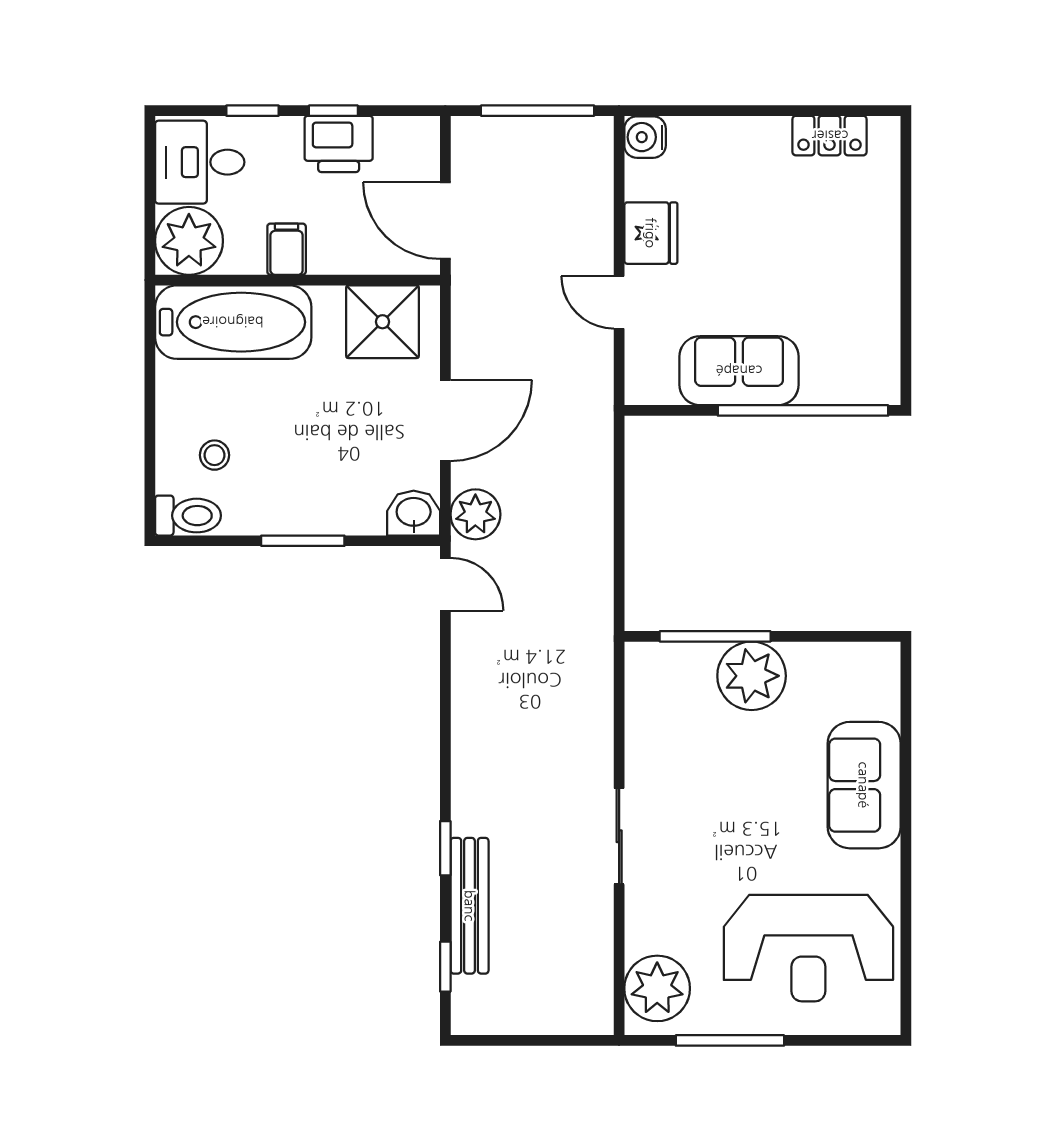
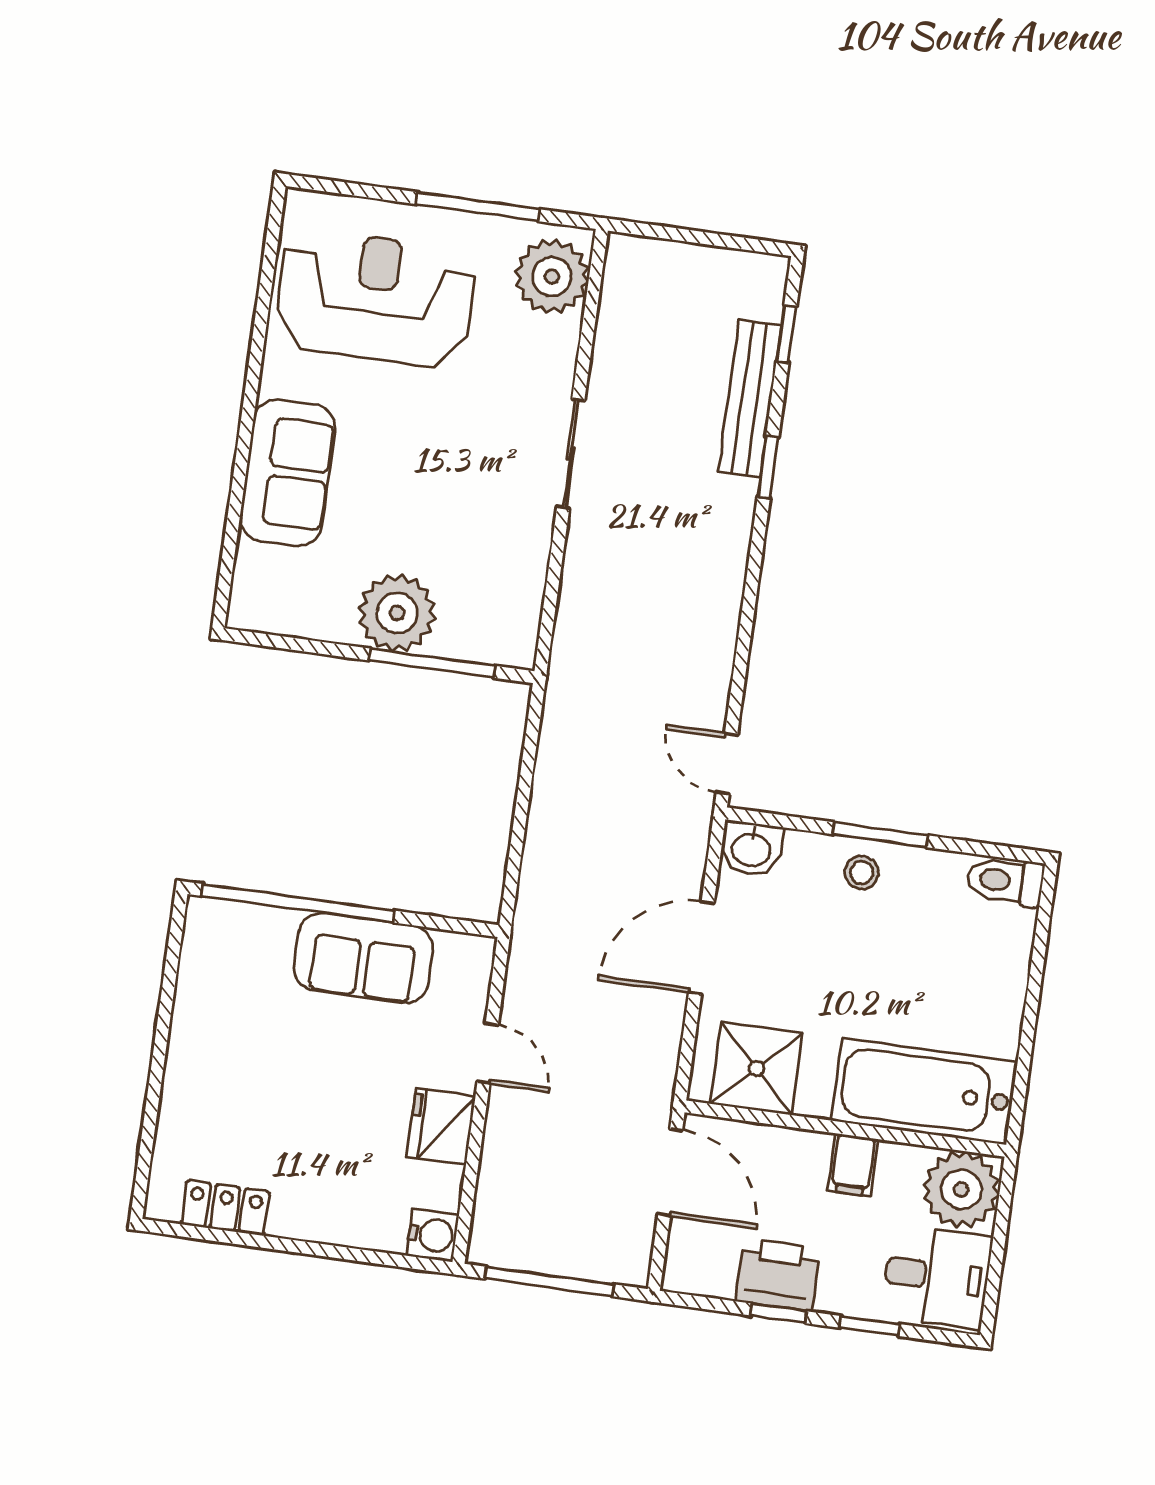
stool: (214, 455) -> (862, 873), moved
plant: (475, 514) -> (682, 838), removed

